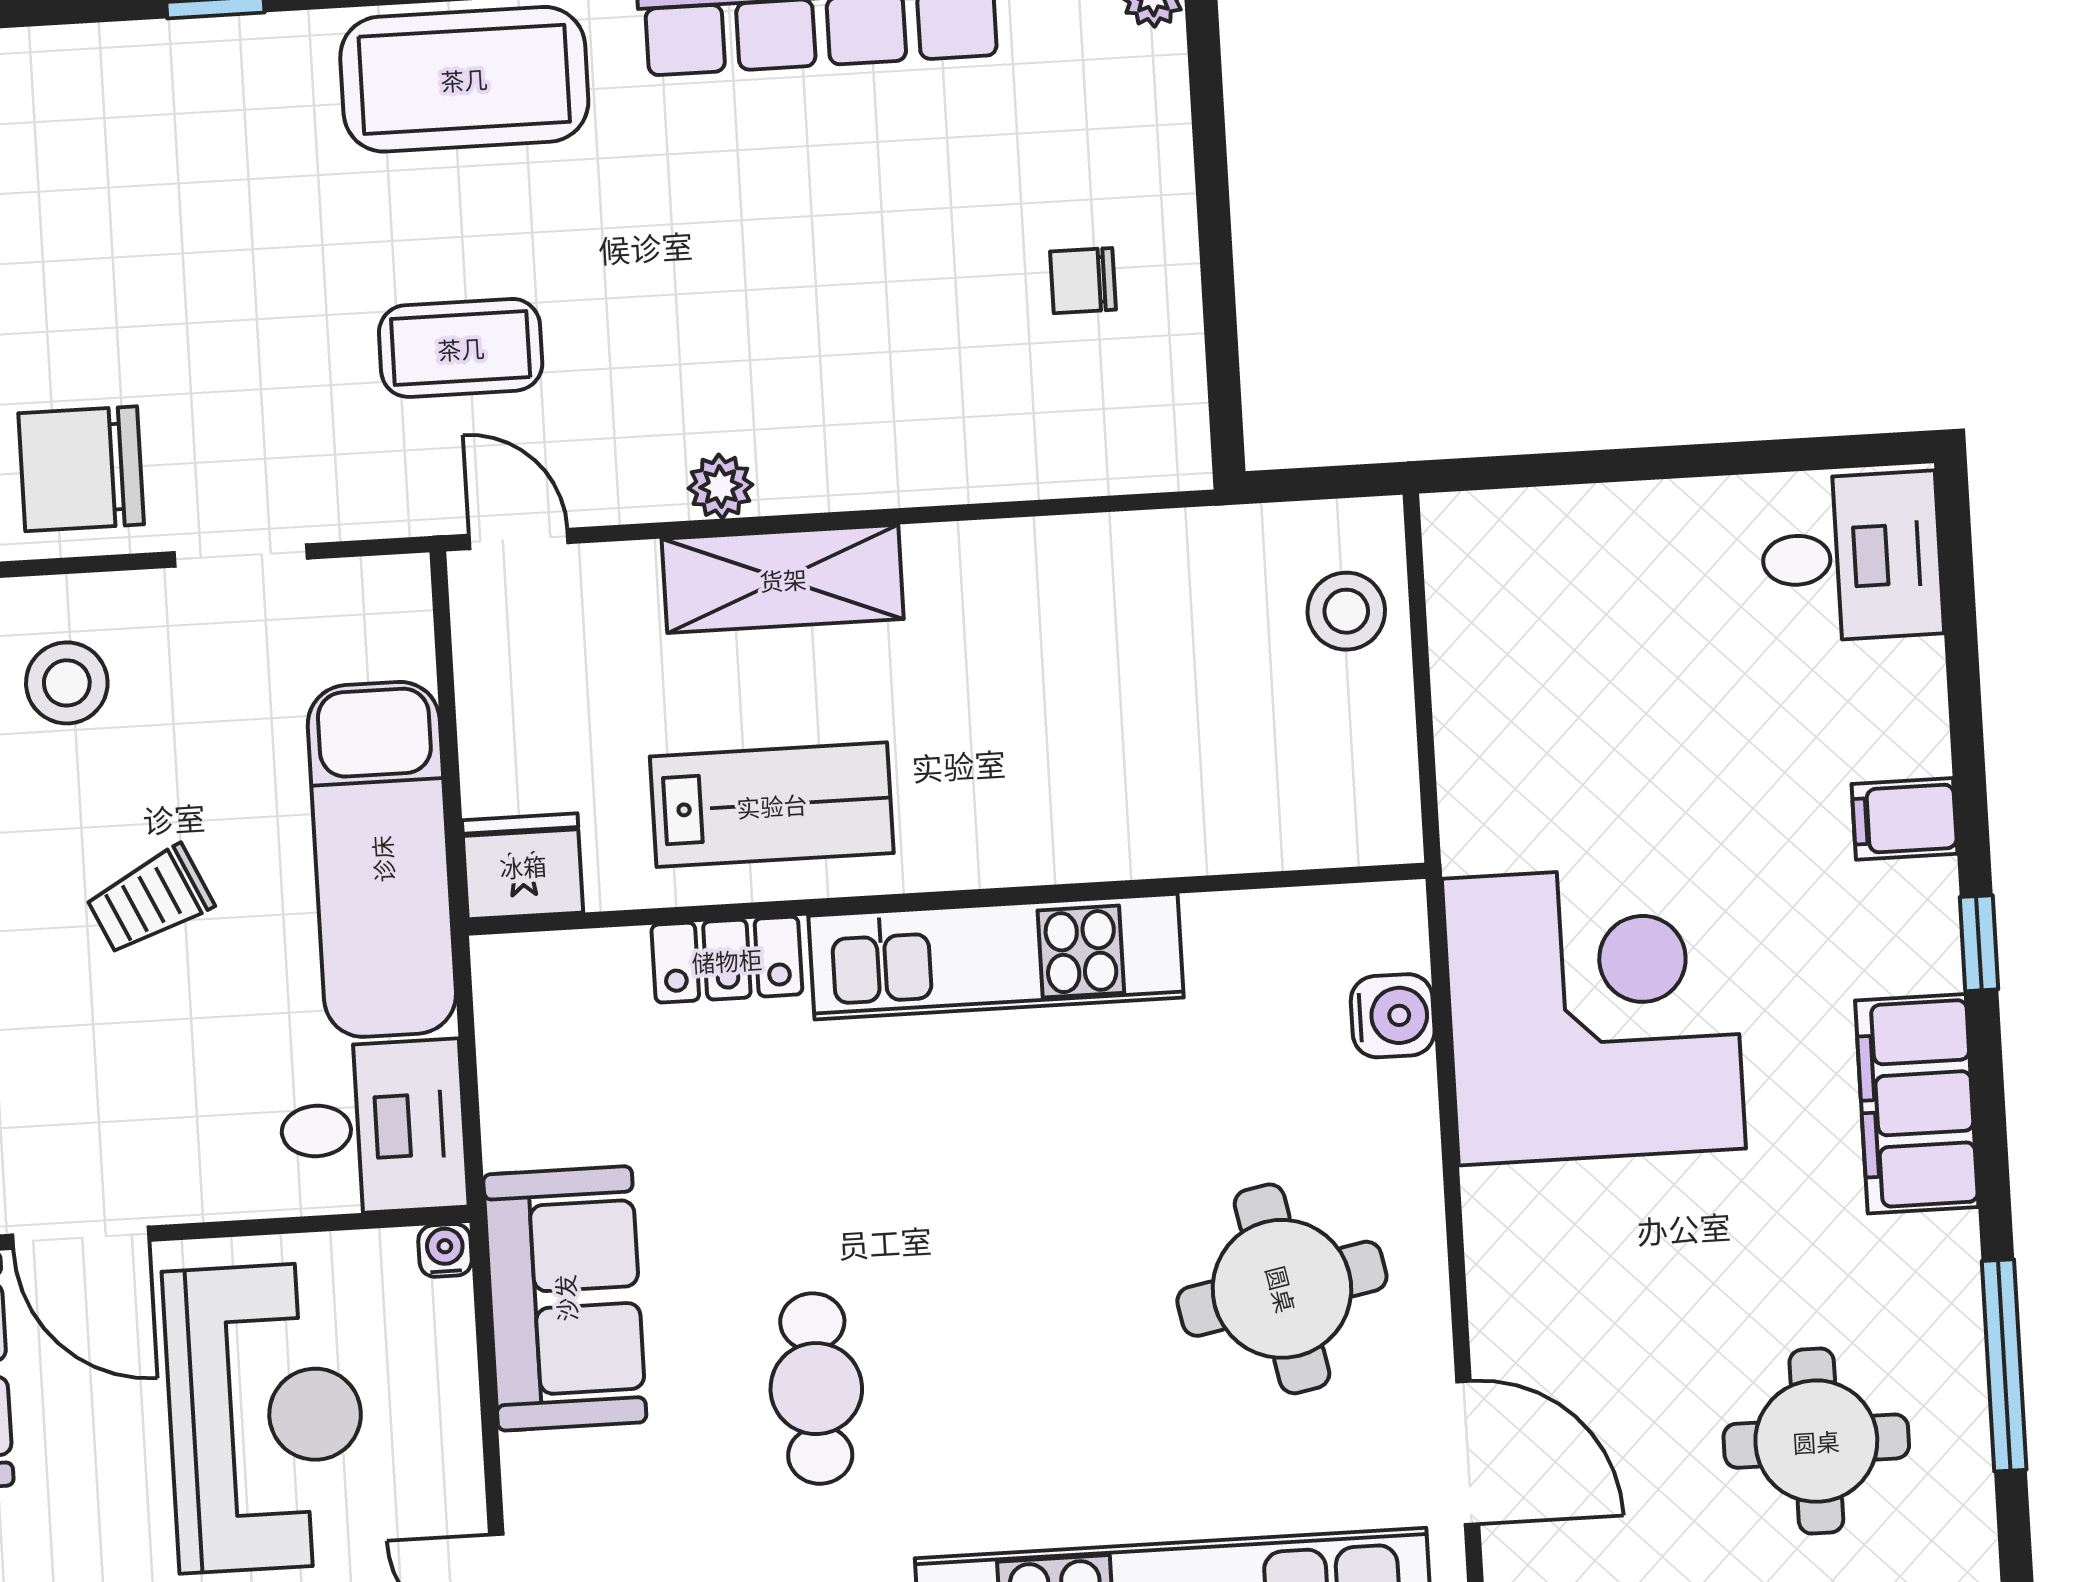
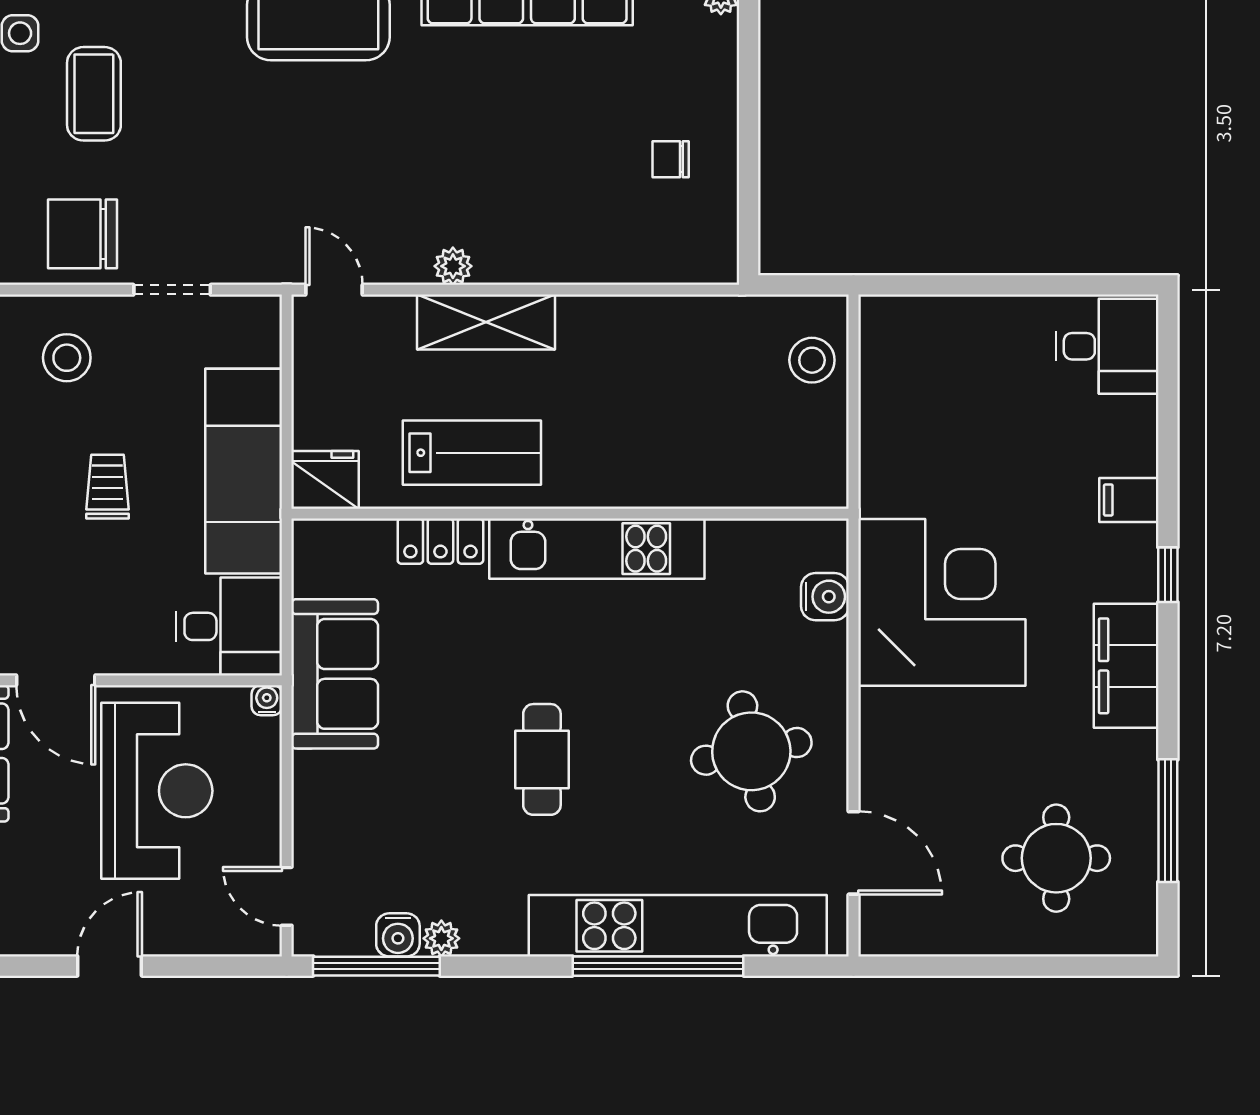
coffee table: (461, 348) -> (94, 94), moved, turned 90
trolley: (150, 900) -> (107, 487), turned 115
sofa: (565, 1298) -> (335, 674), moved
cafe table: (816, 1389) -> (542, 759), moved

